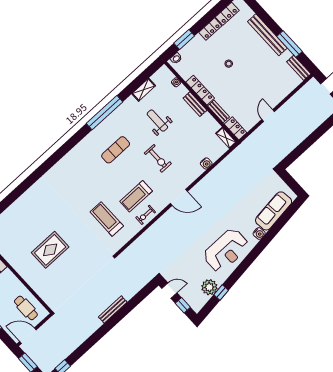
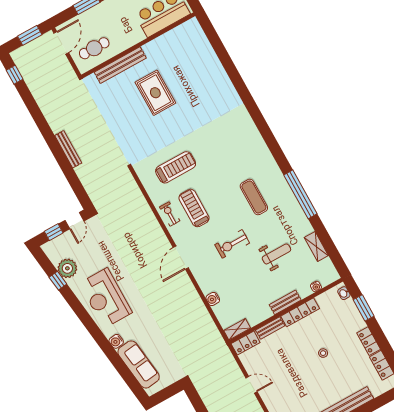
bench: (35, 284) -> (120, 65), added

